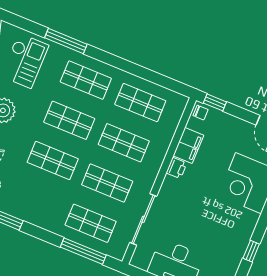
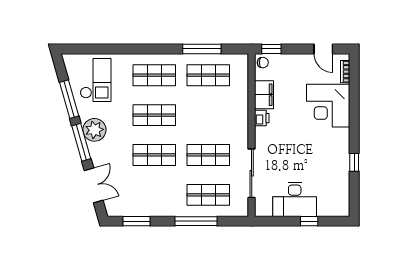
window: (66, 41) -> (202, 49), moved
shop shelf: (124, 143) -> (208, 115), removed
window: (83, 251) -> (196, 221), moved

